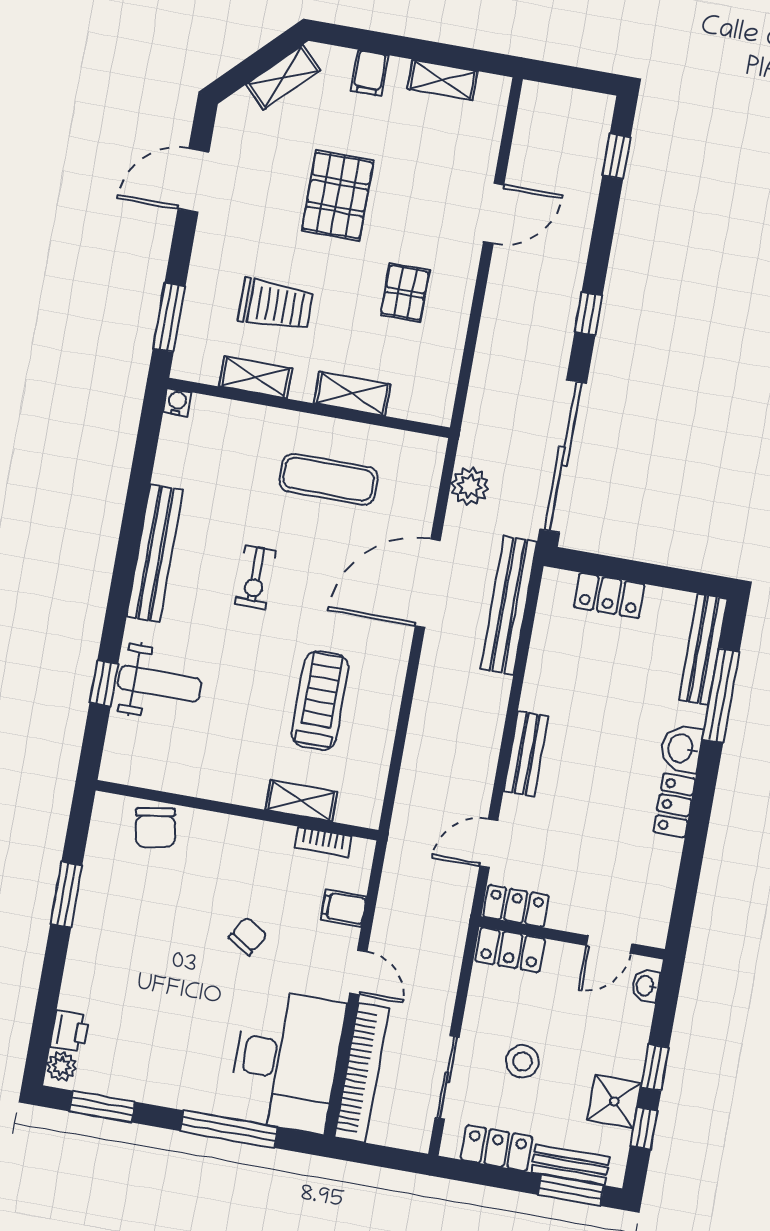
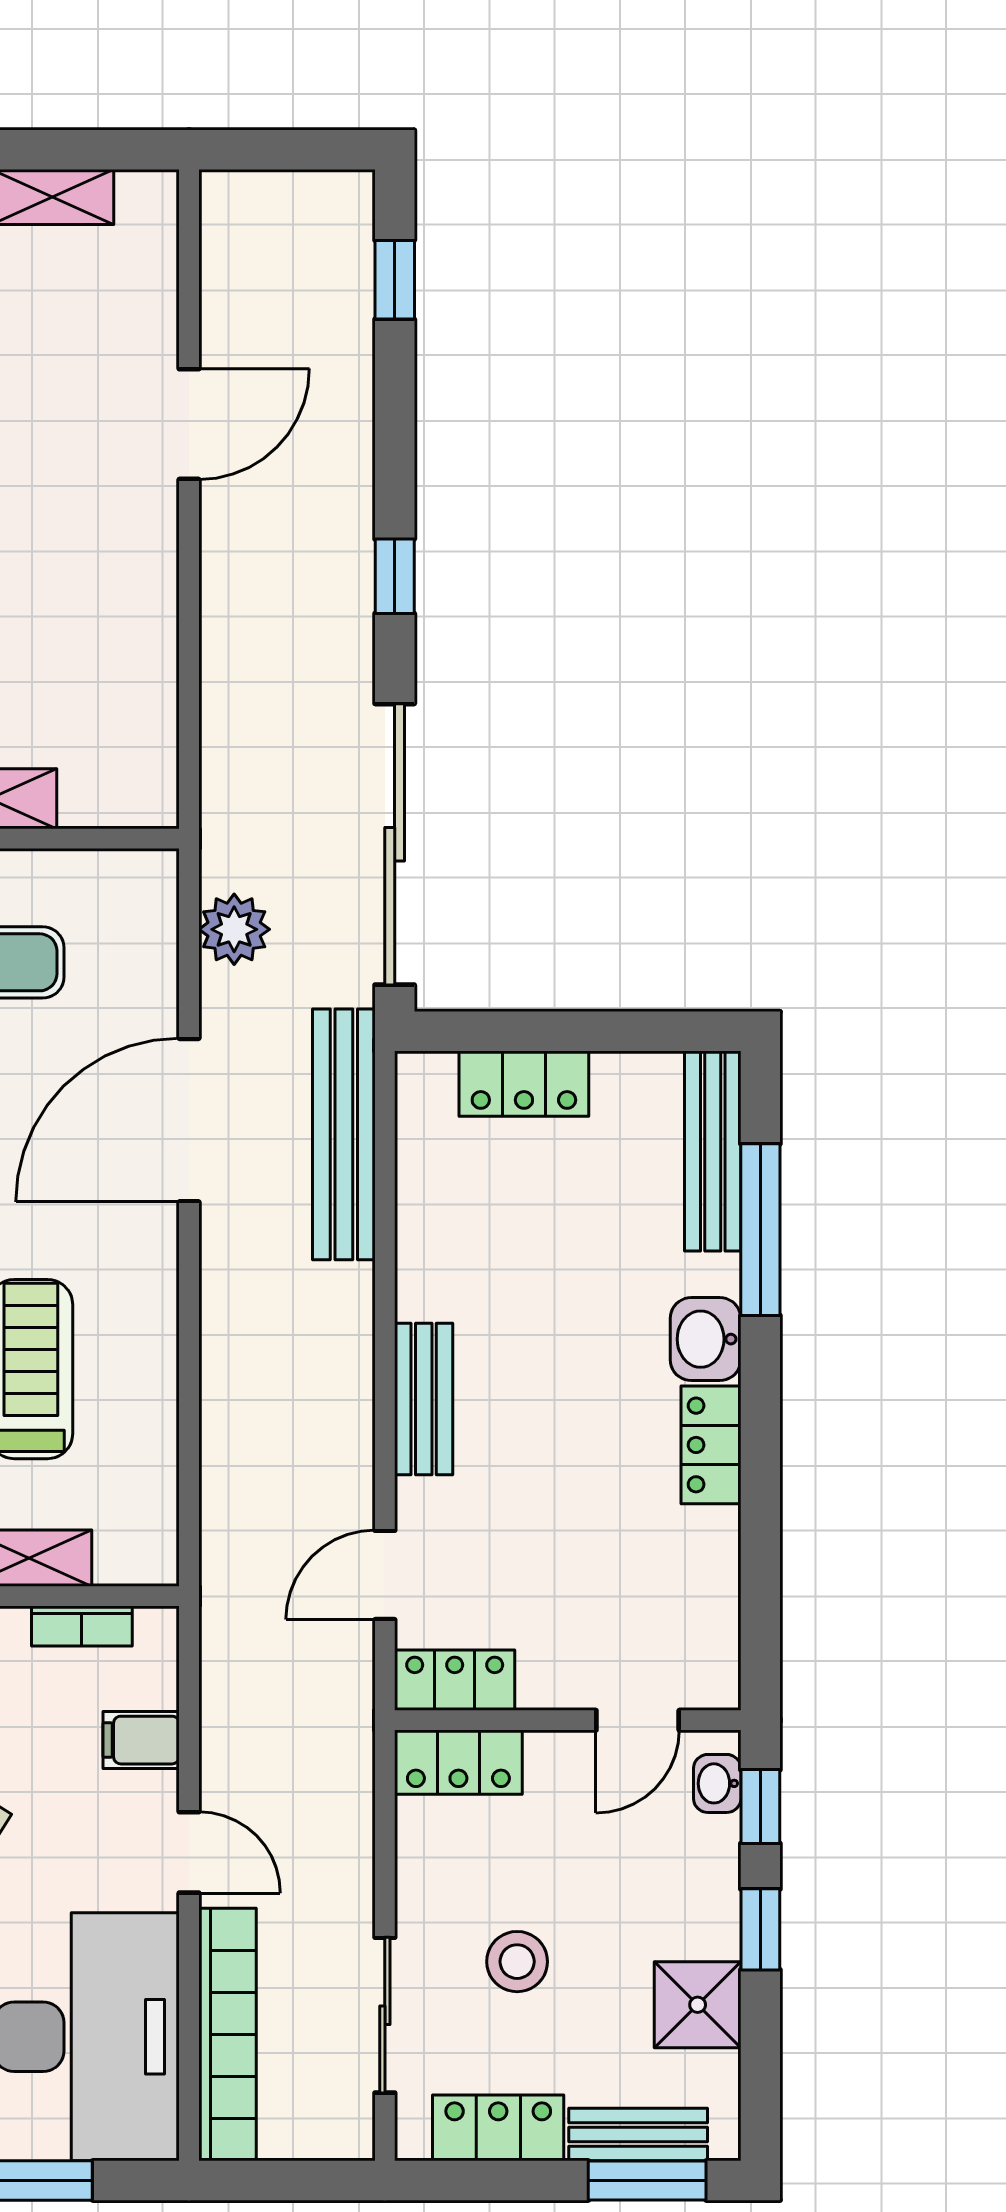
pallet: (405, 293) -> (53, 597), removed
window: (644, 1128) -> (760, 1807), moved

